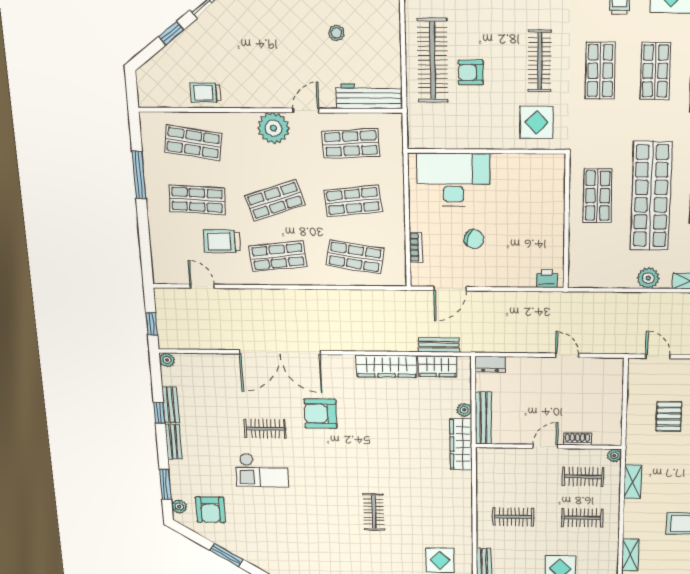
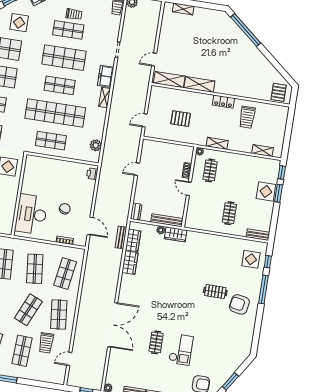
shop shelf: (275, 200) -> (28, 310), turned 42
plant: (648, 278) -> (96, 145), moved
wardrobe: (386, 366) -> (130, 263), width x0.67
armchair: (320, 414) -> (239, 304), moved, turned 100
wardrobe: (461, 444) -> (176, 234), width x0.67
clothes rail: (582, 518) -> (235, 174), removed

